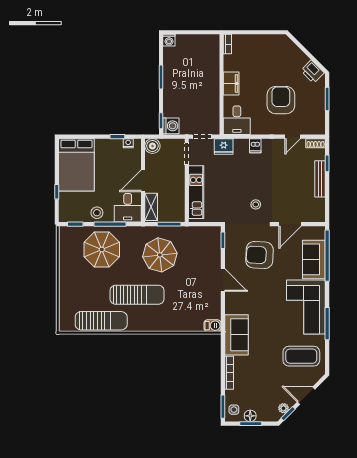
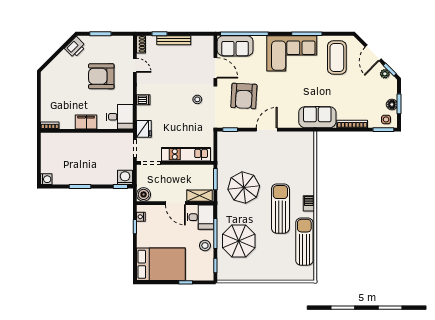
sofa: (314, 259) -> (235, 46), moved
barbecue: (212, 326) -> (309, 203), moved

